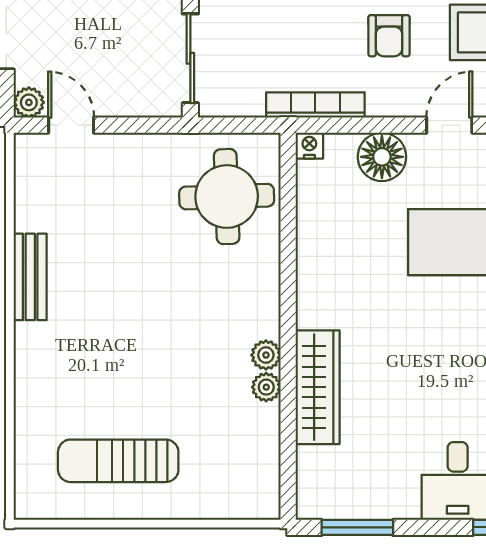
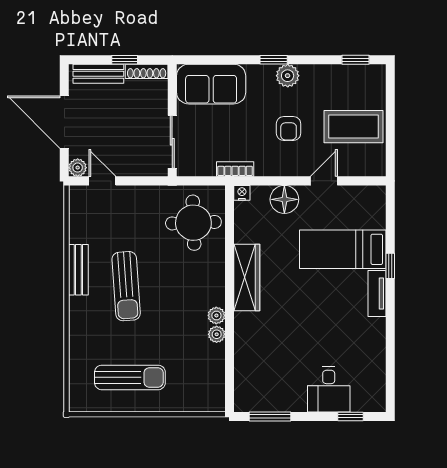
bookcase: (315, 105) -> (235, 169), width x0.64
sun lounger: (112, 305) -> (126, 286), added
wardrobe: (318, 387) -> (247, 277), moved
sun lounger: (118, 461) -> (130, 377), turned 180

